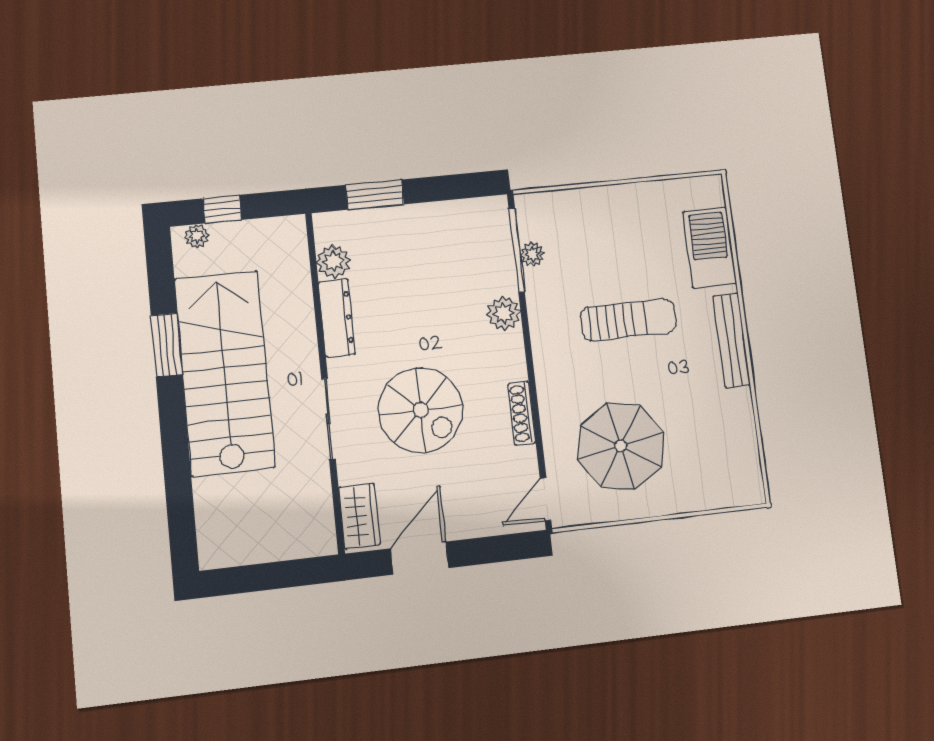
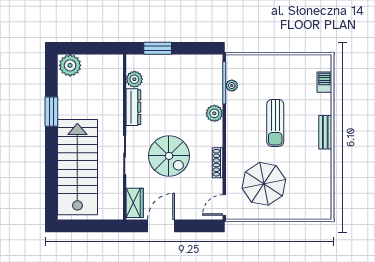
window: (222, 209) -> (83, 48), removed
plant: (197, 236) -> (70, 65), width x1.88, depth x1.88
barbecue: (710, 248) -> (324, 82), width x0.53, depth x0.65
sun lounger: (628, 320) -> (275, 123), turned 90
bench: (732, 340) -> (325, 132), width x0.73
stairs: (225, 373) -> (77, 167), moved

